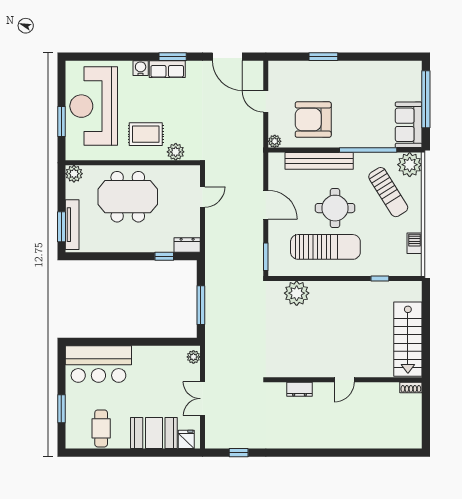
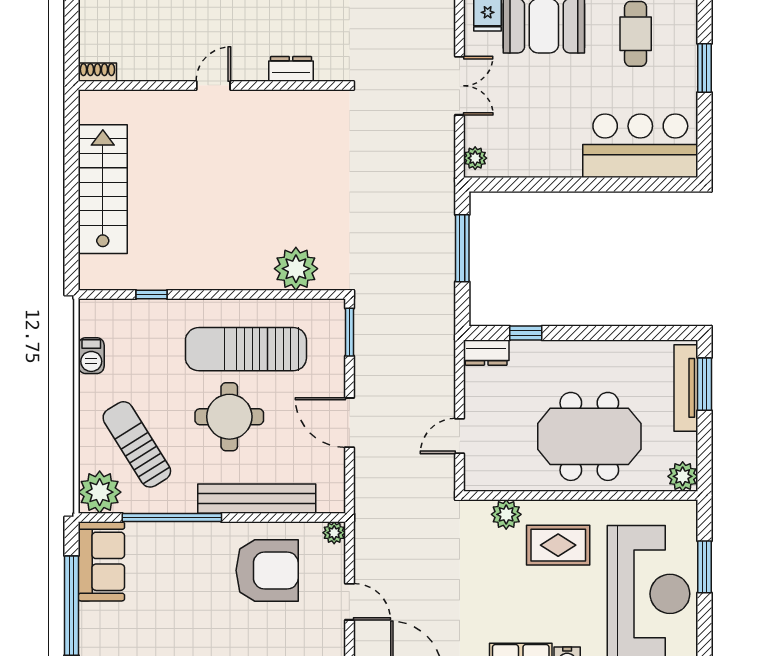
door: (344, 380) -> (213, 85), moved
wall: (345, 380) -> (212, 85), moved
shoe rack: (411, 387) -> (97, 72), moved
dresser: (299, 389) -> (291, 69), moved

